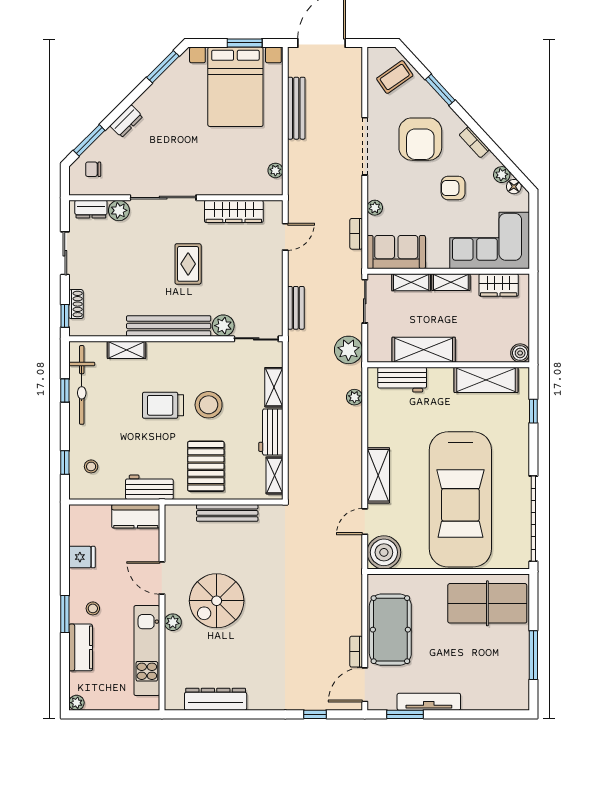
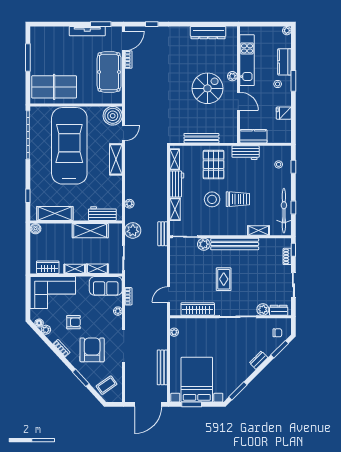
bench: (296, 308) -> (163, 234), moved

